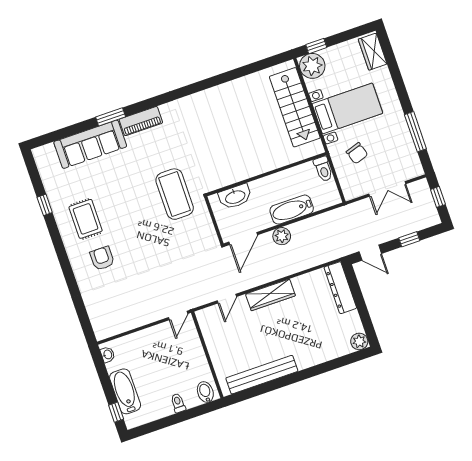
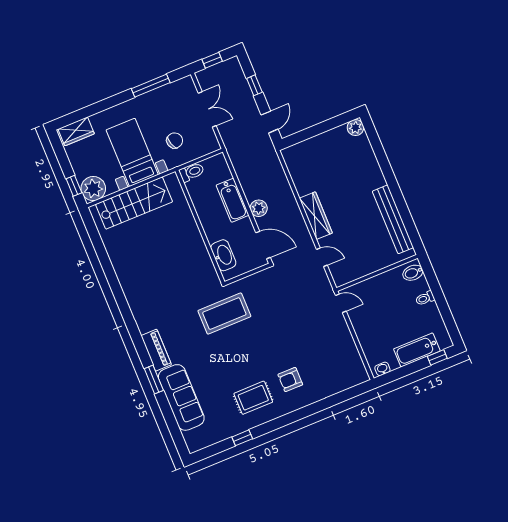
dresser: (340, 288) -> (305, 149), removed

